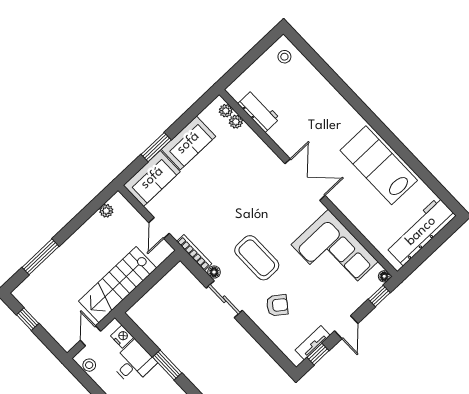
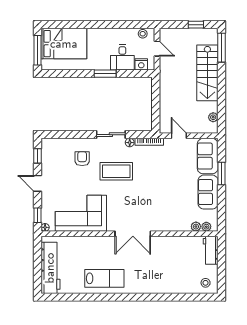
workbench: (259, 111) -> (211, 250), moved, turned 90
lab bench: (379, 165) -> (104, 278), width x0.73, depth x0.72
window: (40, 257) -> (222, 48), moved
stairs: (118, 285) -> (207, 73), moved, turned 180
armchair: (277, 305) -> (82, 159), turned 143
tv unit: (313, 343) -> (46, 159), removed

